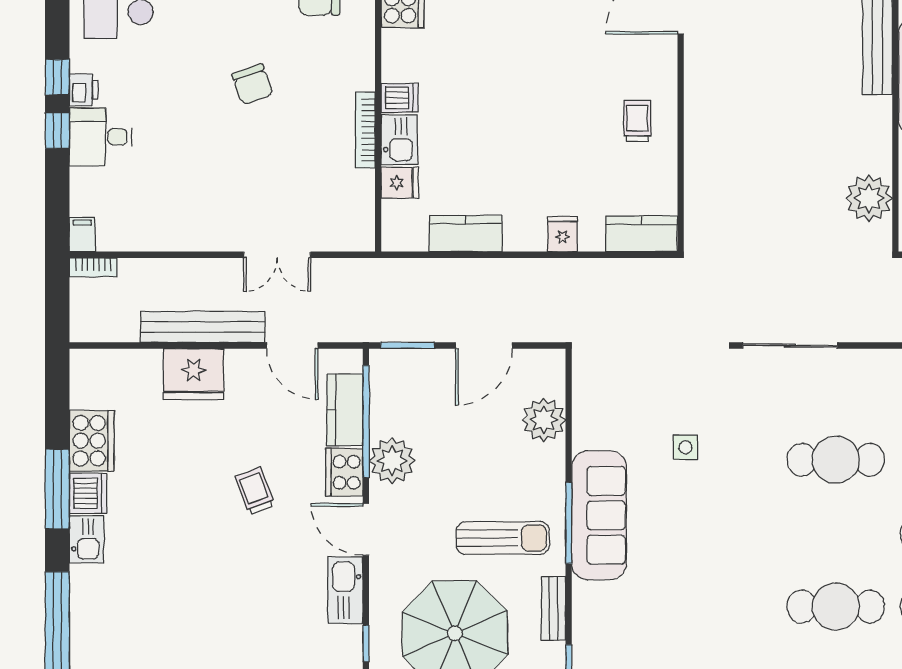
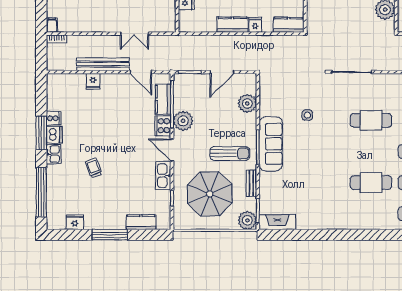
kitchen counter: (466, 234) -> (233, 25), moved
fridge: (194, 374) -> (93, 81), width x0.53, depth x0.75
cooker: (92, 441) -> (54, 118), width x0.53, depth x0.76
trolley: (255, 491) -> (94, 168), moved

